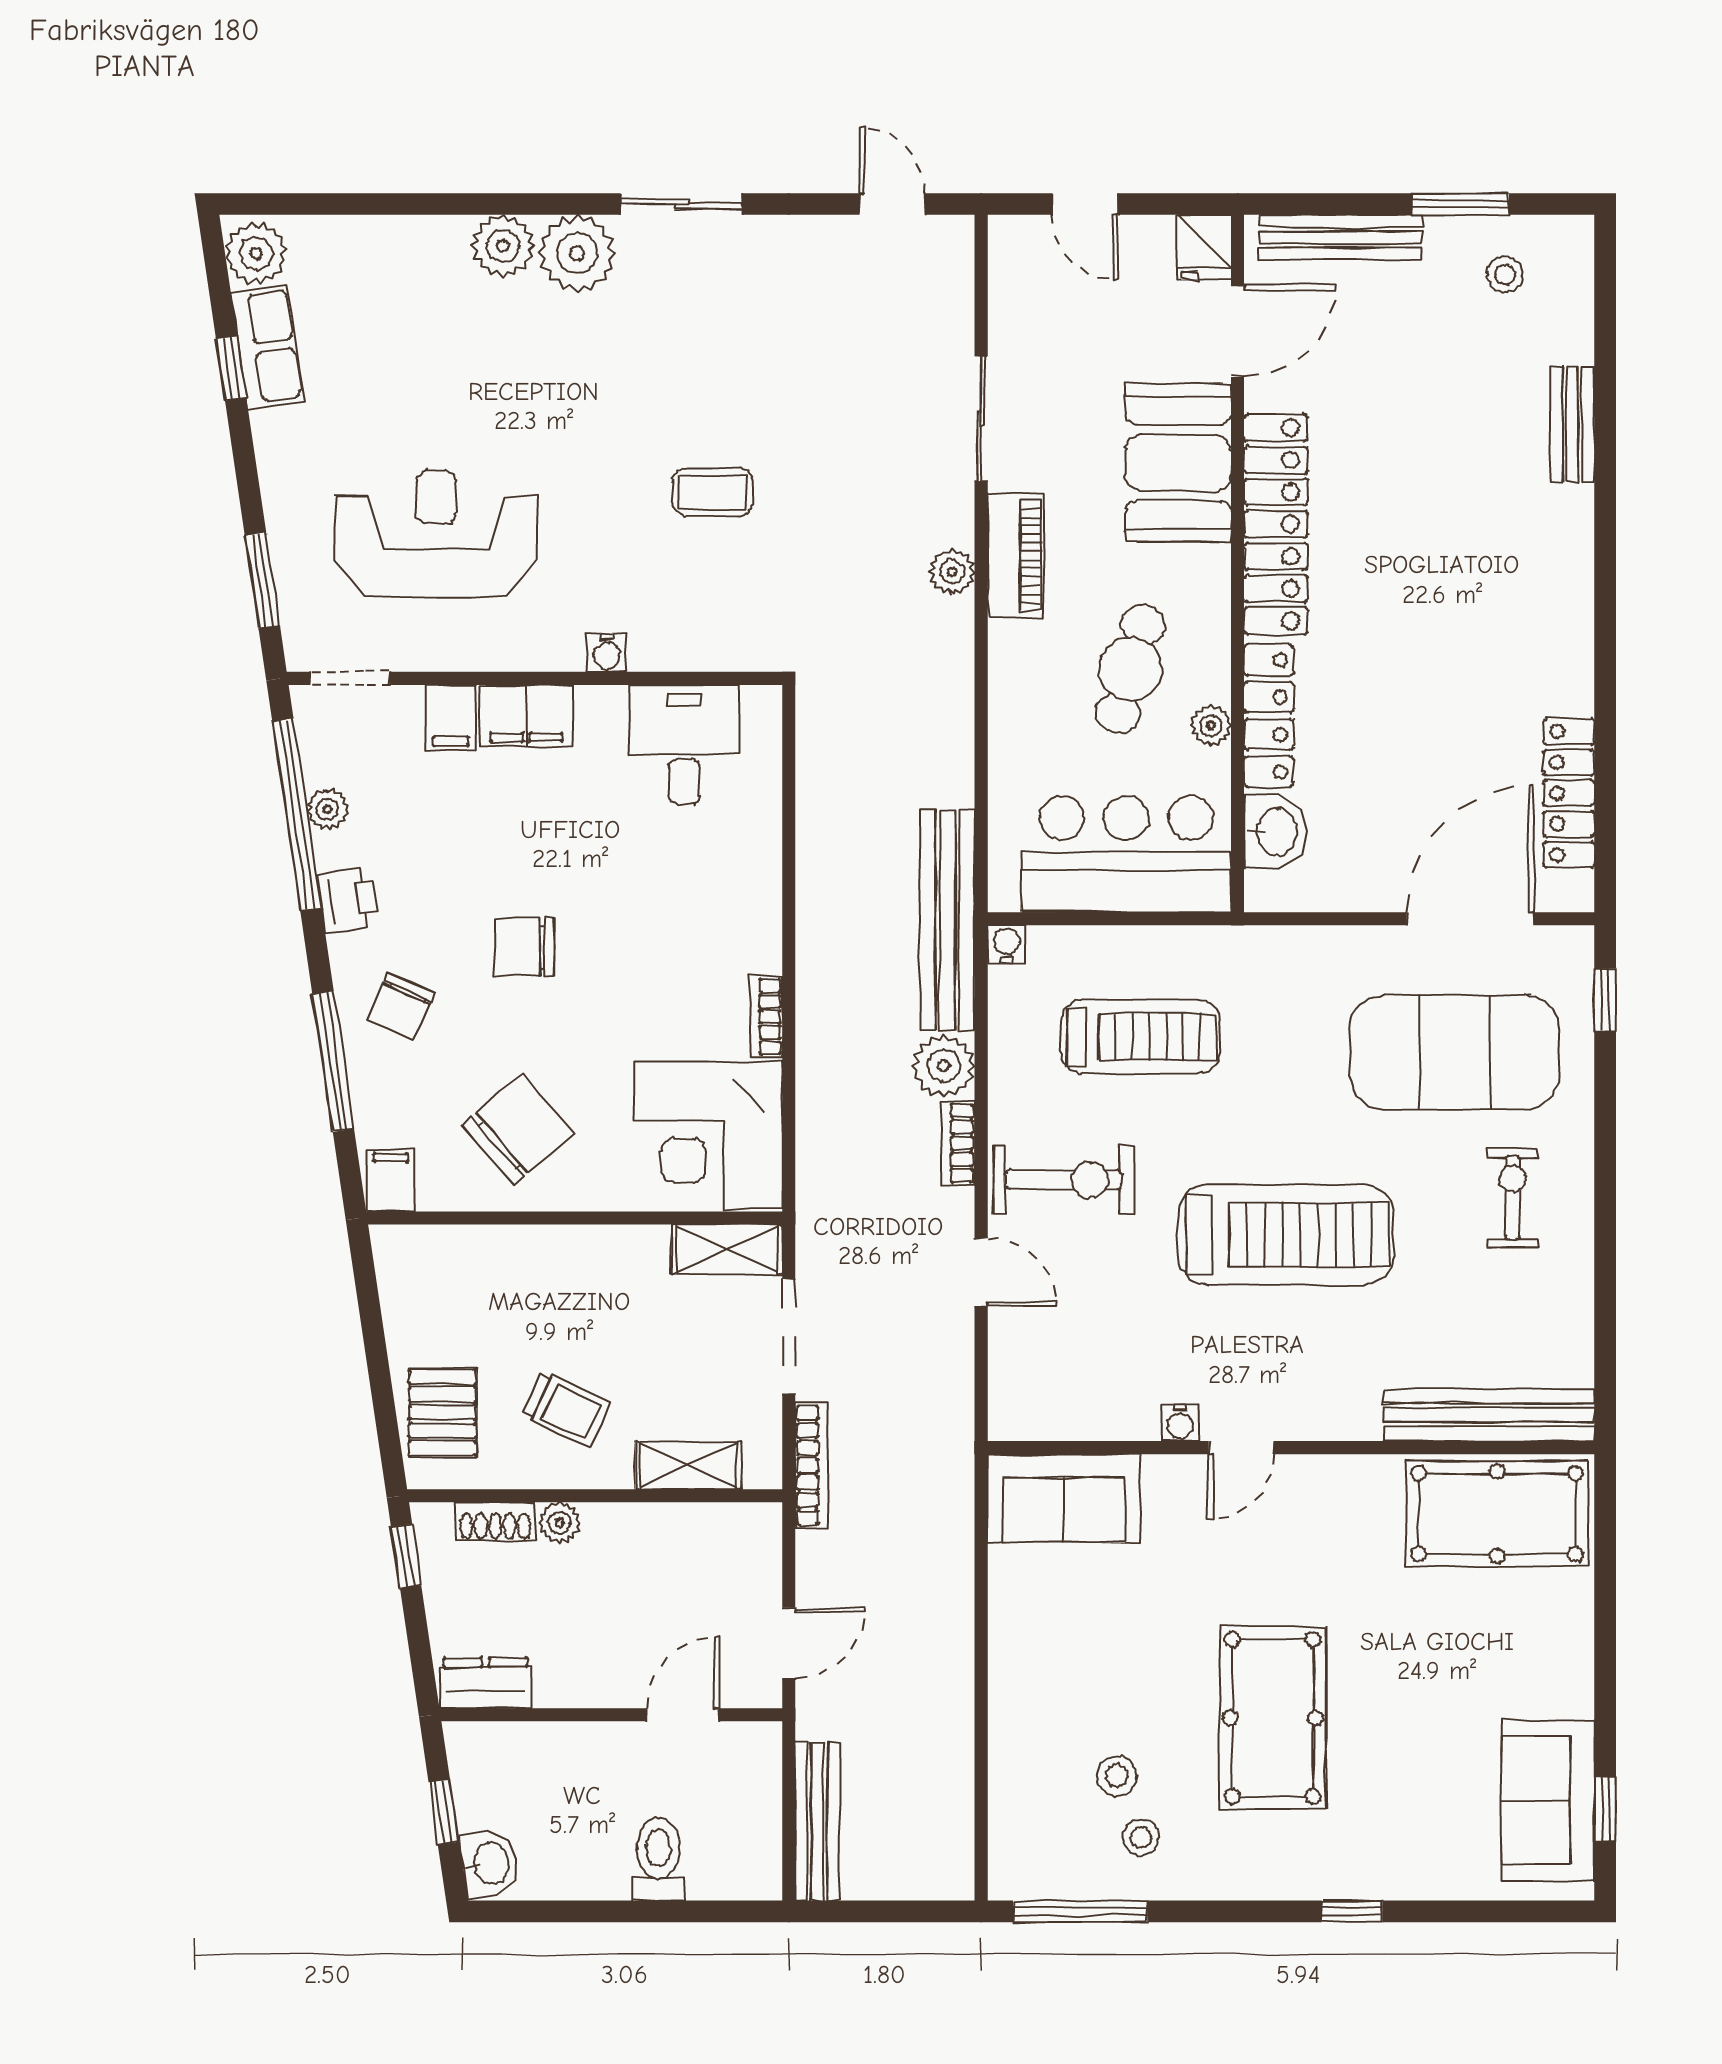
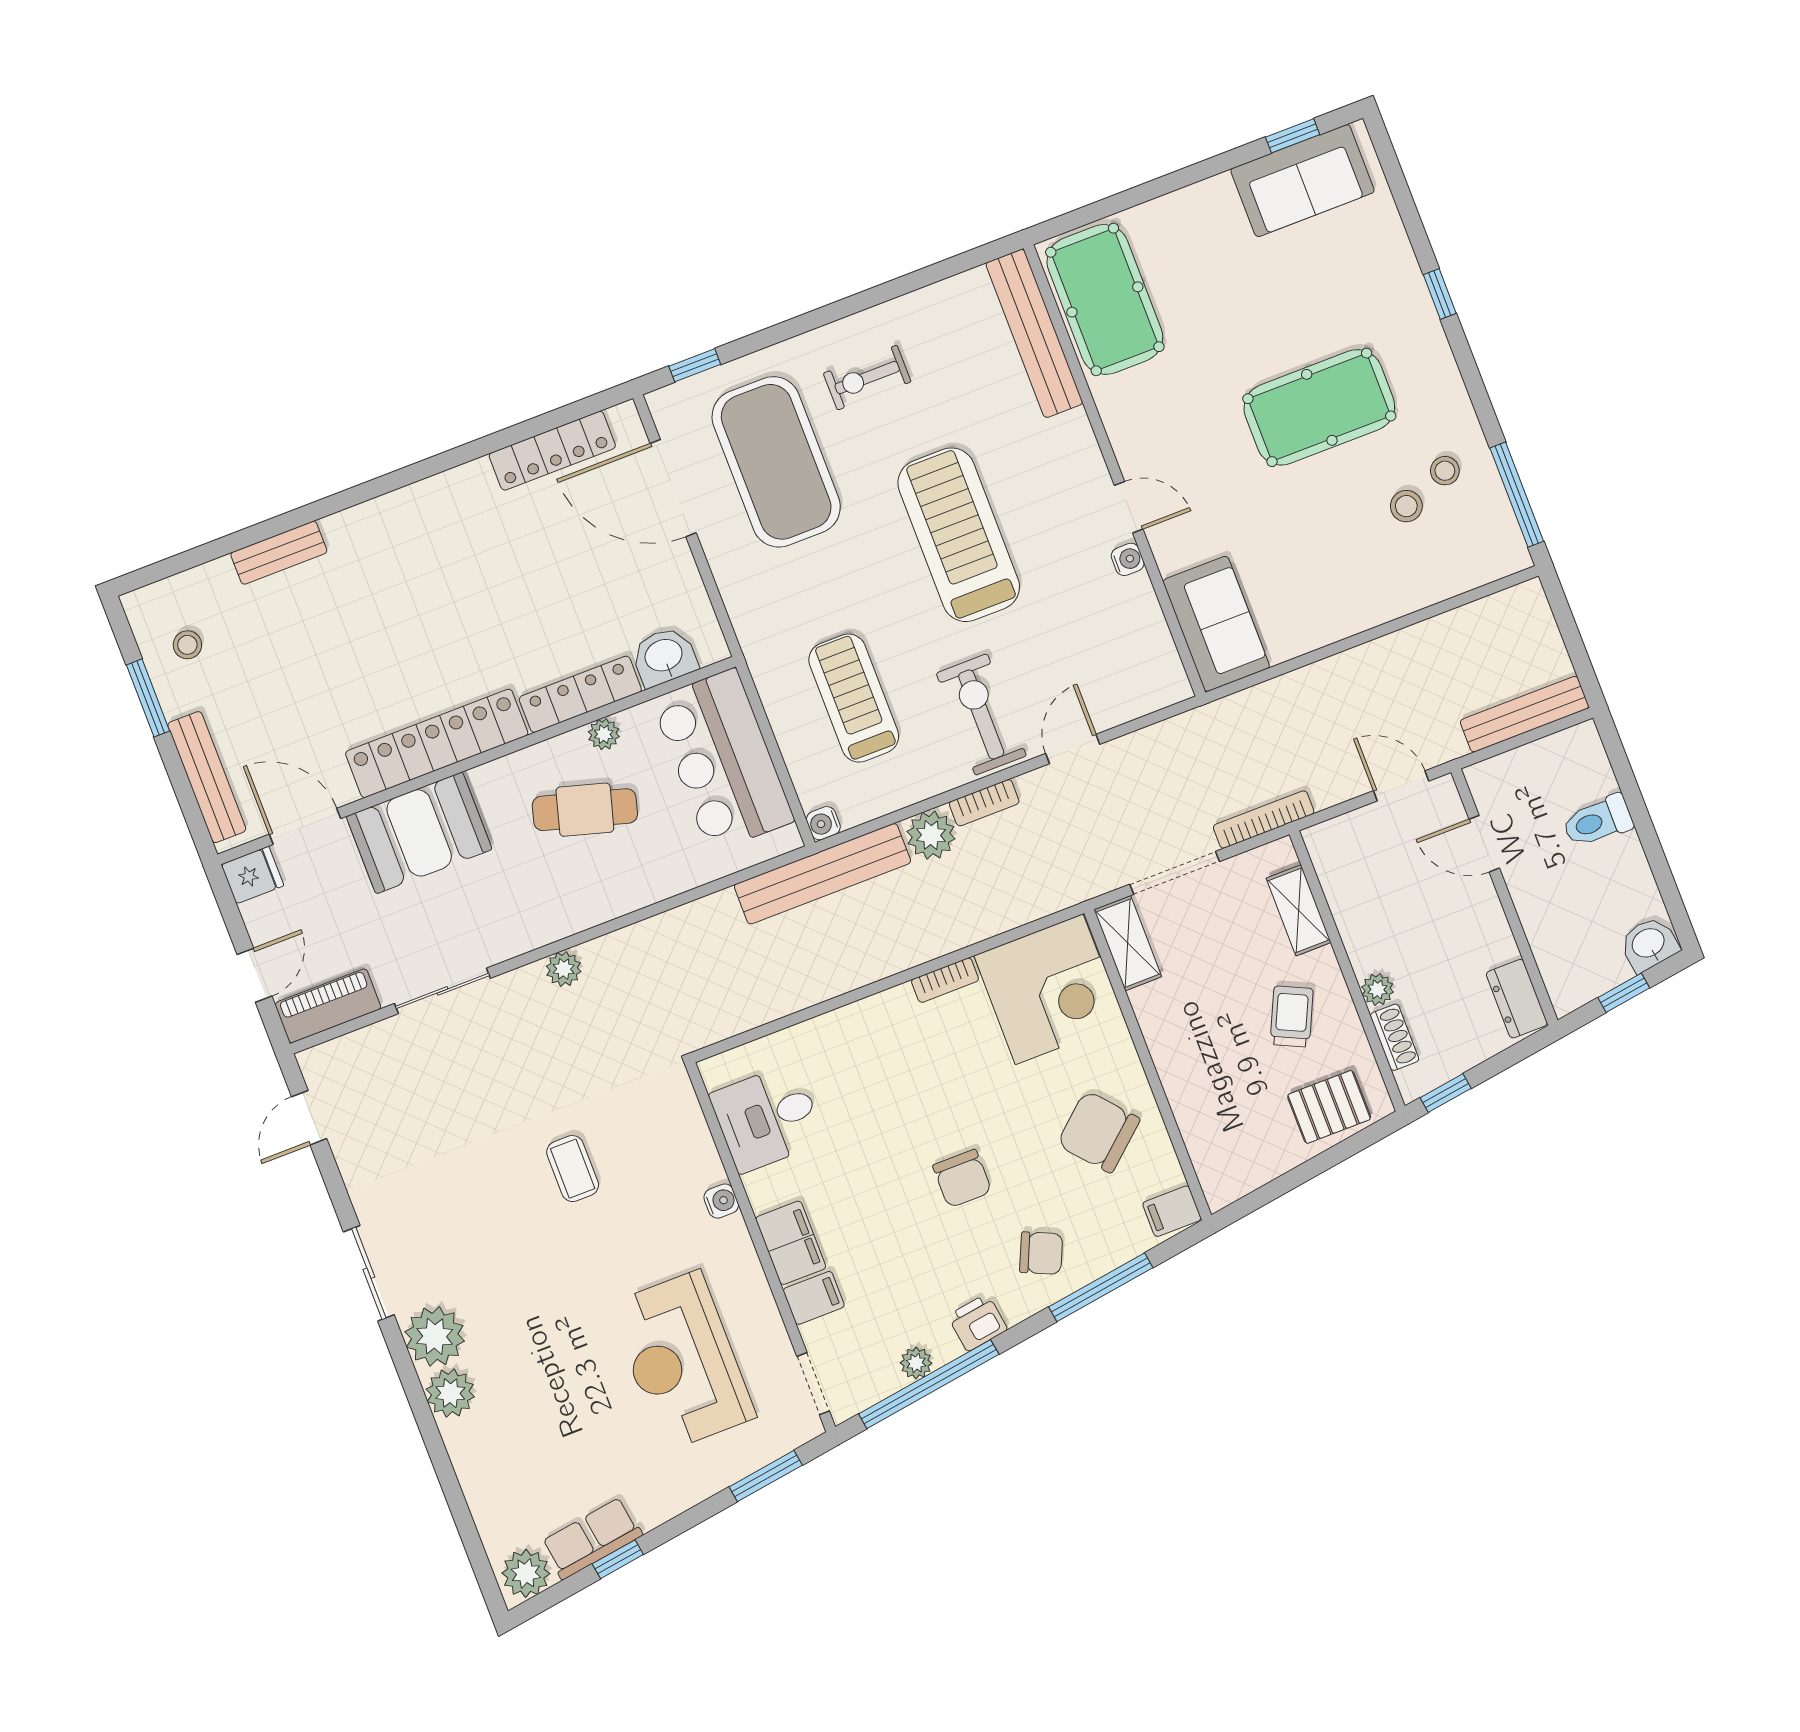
piano: (1015, 556) -> (328, 1006), moved

